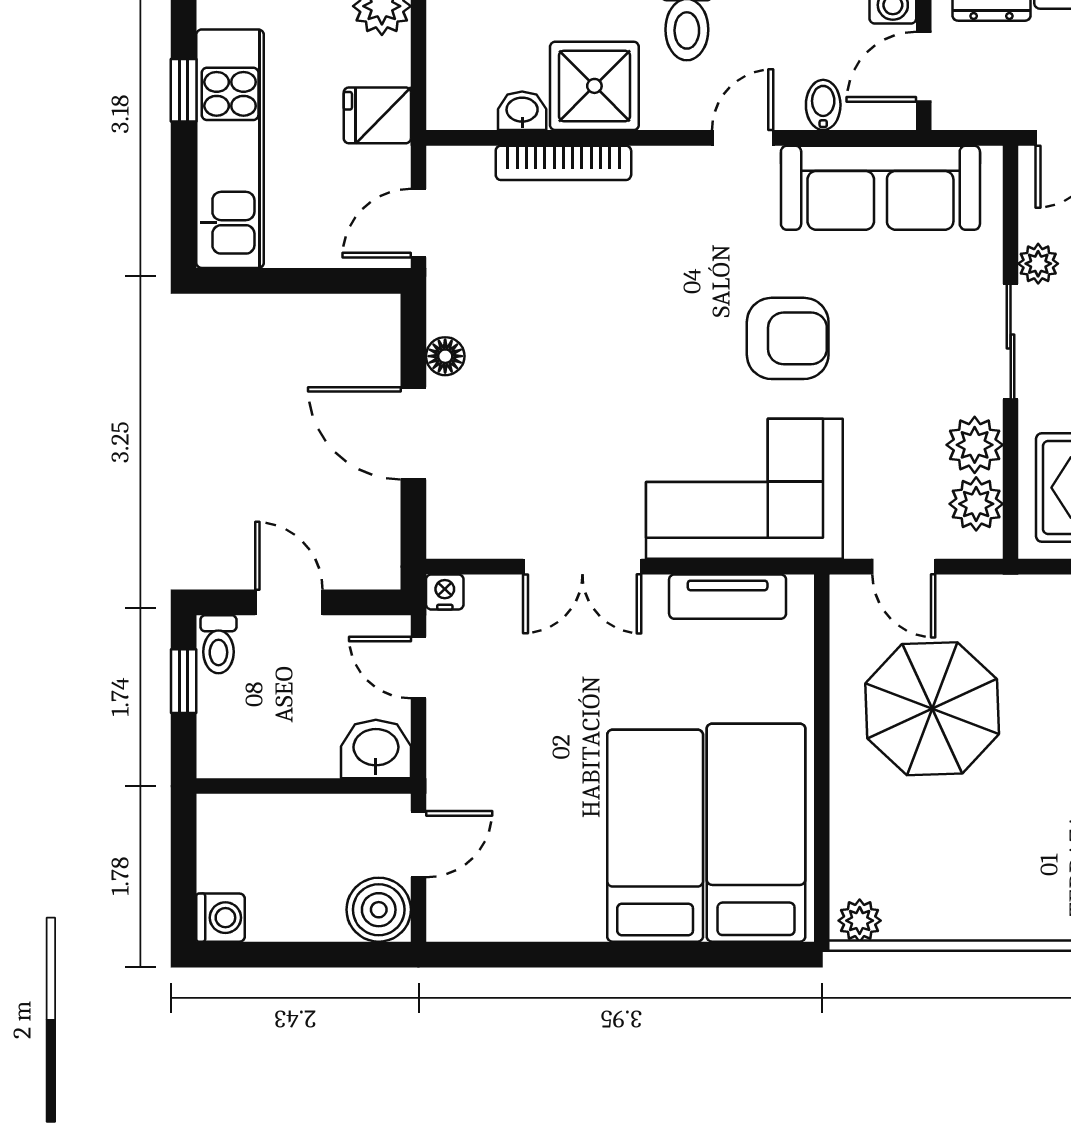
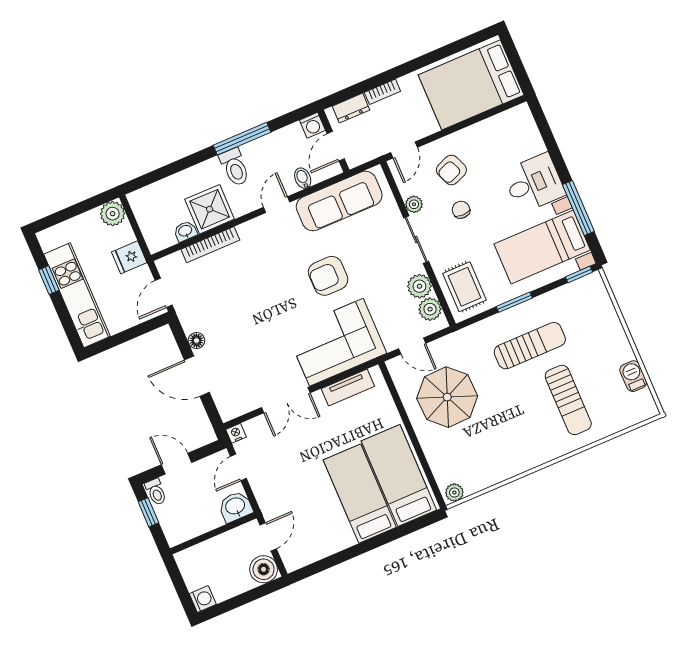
armchair: (788, 338) -> (328, 276), turned 180
door: (418, 668) -> (238, 467), hinge flipped

